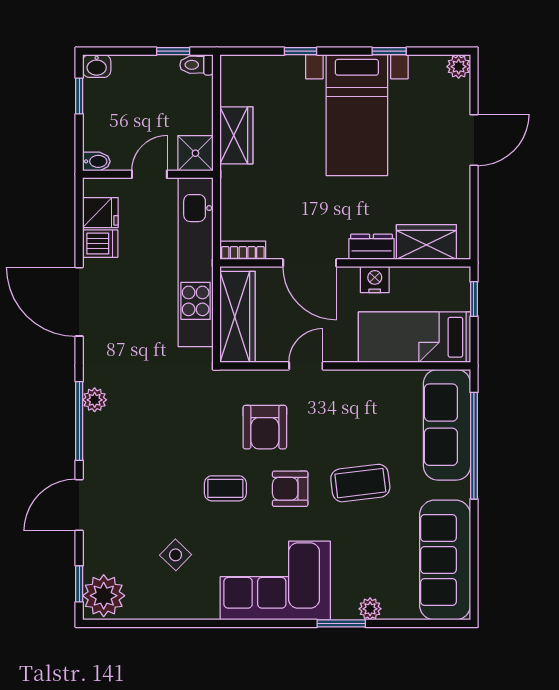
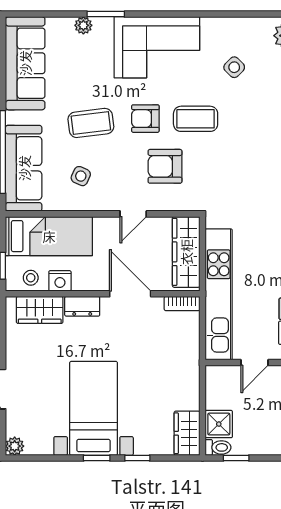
window: (389, 51) -> (97, 458), moved
wardrobe: (236, 135) -> (187, 433), moved
shower: (195, 153) -> (219, 424), moved
nightstand: (375, 280) -> (60, 281), moved
stool: (438, 284) -> (31, 278), added
side table: (373, 415) -> (81, 176), added
armchair: (265, 427) -> (165, 166), turned -90
coffee table: (225, 488) -> (196, 119), width x1.36, depth x1.30
armchair: (290, 489) -> (145, 119), turned 180

